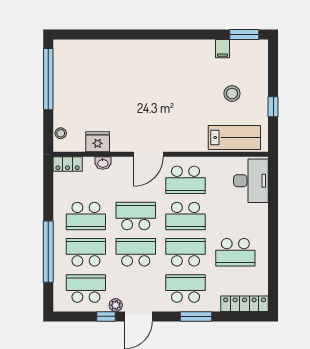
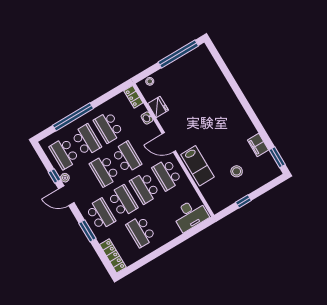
filing cabinet: (222, 49) -> (258, 145), width x2.00
lab bench: (234, 137) -> (198, 166), moved
school desk: (136, 252) -> (105, 171), turned 180
school desk: (86, 288) -> (64, 153), turned 180

